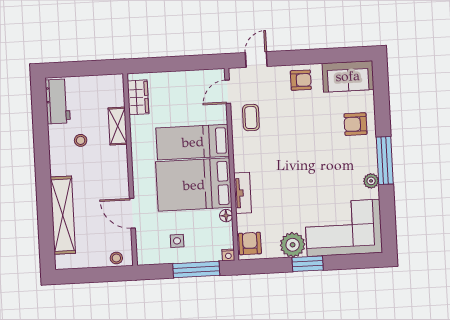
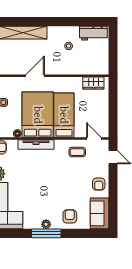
shelving: (118, 126) -> (76, 69), removed
plant: (371, 181) -> (46, 224), moved
tv unit: (243, 193) -> (36, 144), width x1.41
door: (132, 213) -> (35, 76), moved

